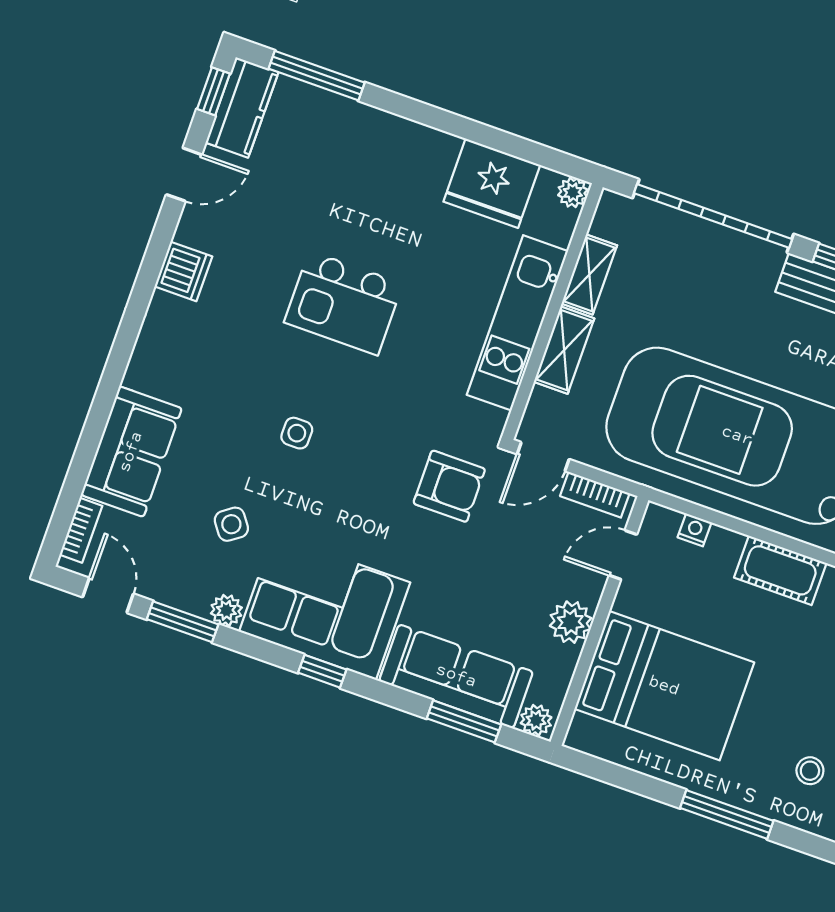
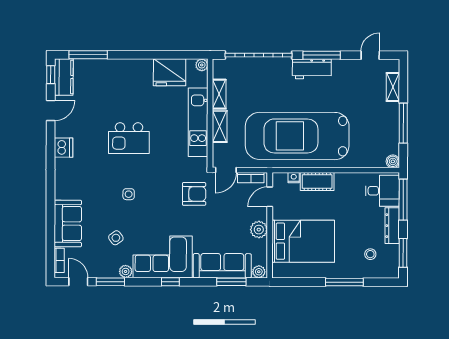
cot: (780, 570) -> (317, 182), moved

